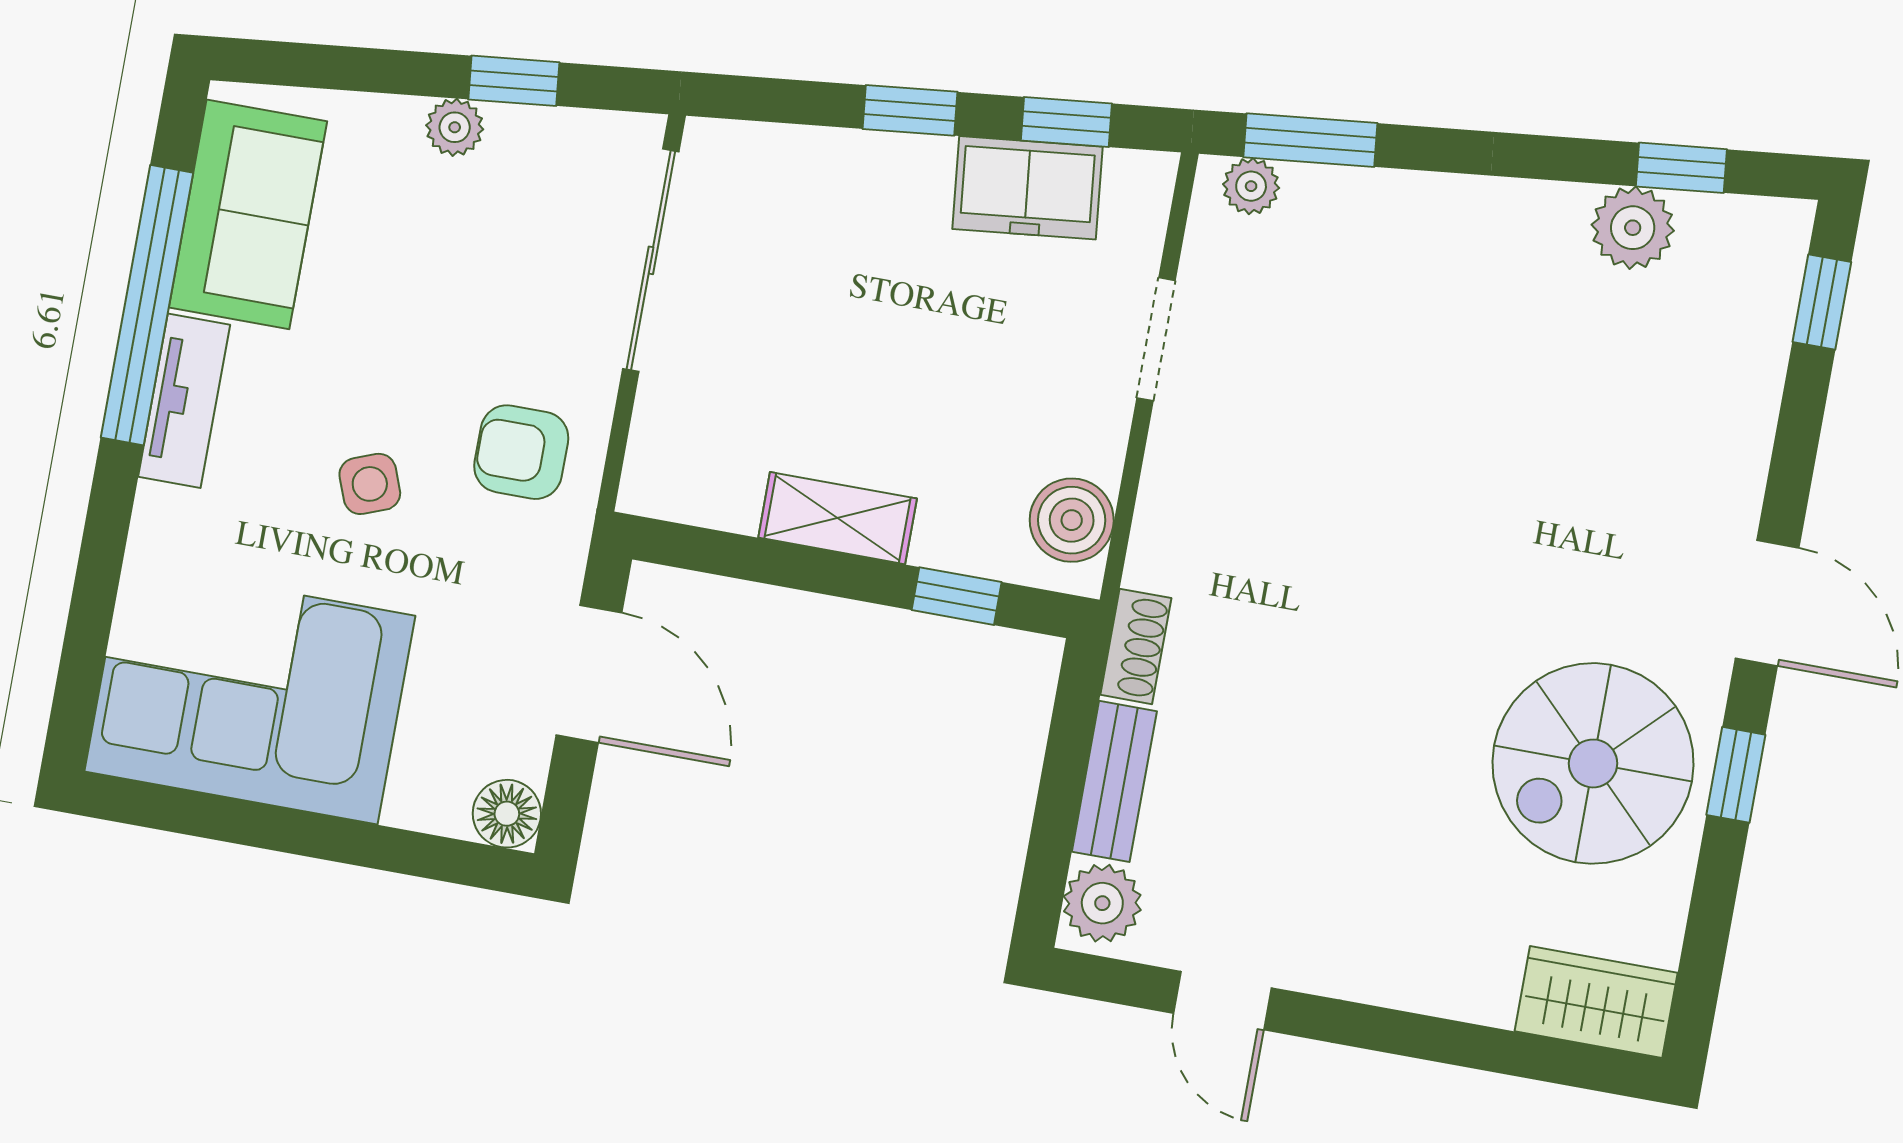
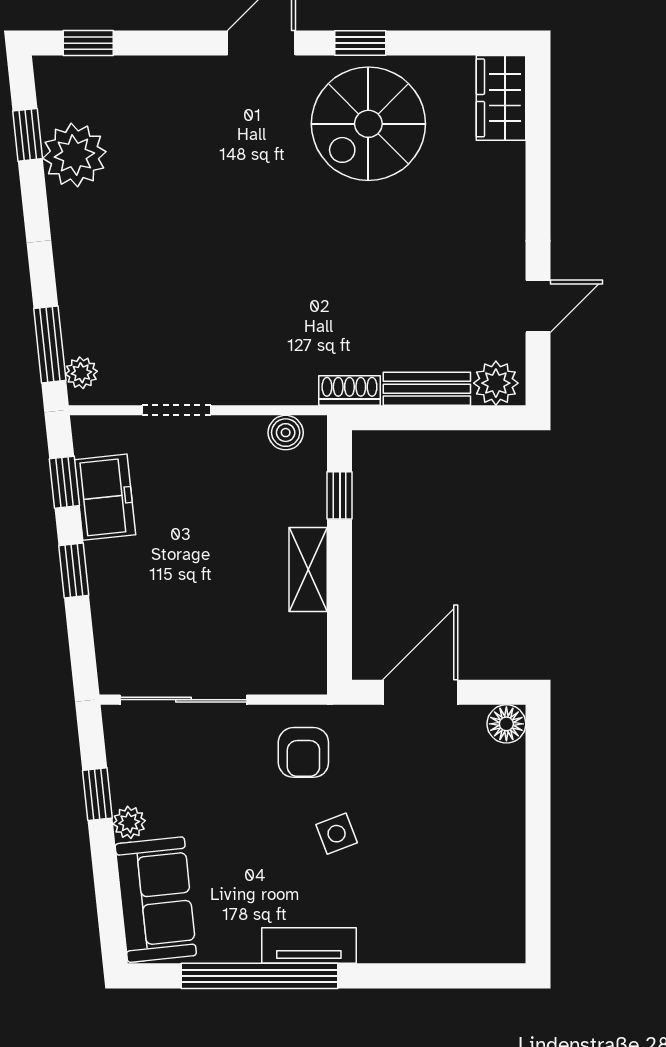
sofa: (248, 214) -> (156, 900), moved, turned 84
plant: (1633, 228) -> (74, 155), width x1.36, depth x1.36
boiler: (1072, 520) -> (286, 433), width x0.73, depth x0.73
corner sofa: (250, 694) -> (465, 879), removed
spiral stairs: (1593, 763) -> (368, 124), turned 90

